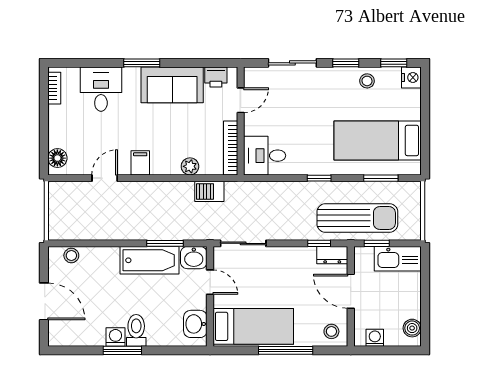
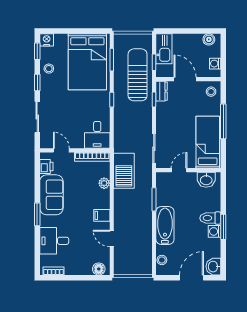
bed: (378, 140) -> (87, 62), width x1.50
barbecue: (209, 191) -> (124, 171), width x1.88, depth x1.53
washbasin: (194, 258) -> (213, 267), moved, turned 180
bathtub: (150, 260) -> (165, 225), moved
door: (351, 291) -> (185, 79), swing flipped

